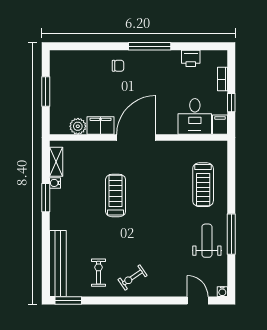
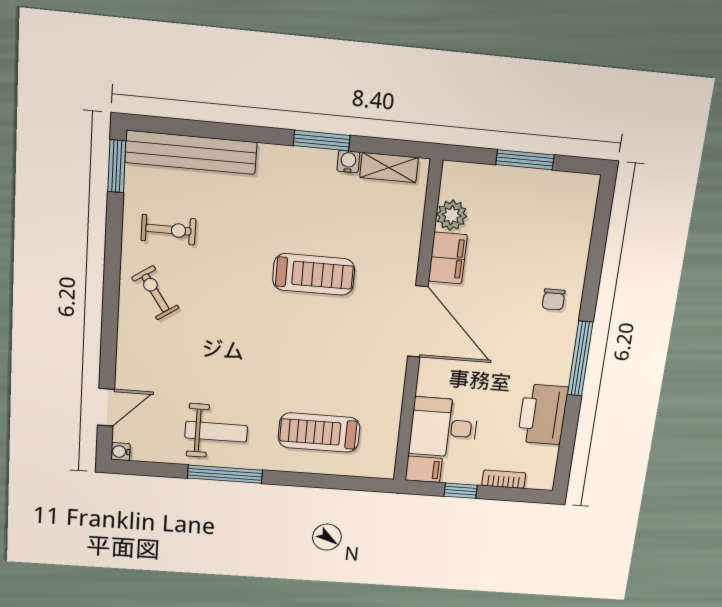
printer: (191, 58) -> (543, 414), width x1.87, depth x1.48

